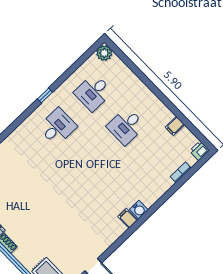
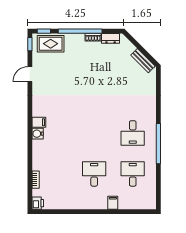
plant: (104, 53) -> (150, 203), removed
window: (45, 95) -> (158, 144), width x3.17
filing cabinet: (175, 126) -> (113, 203), moved

